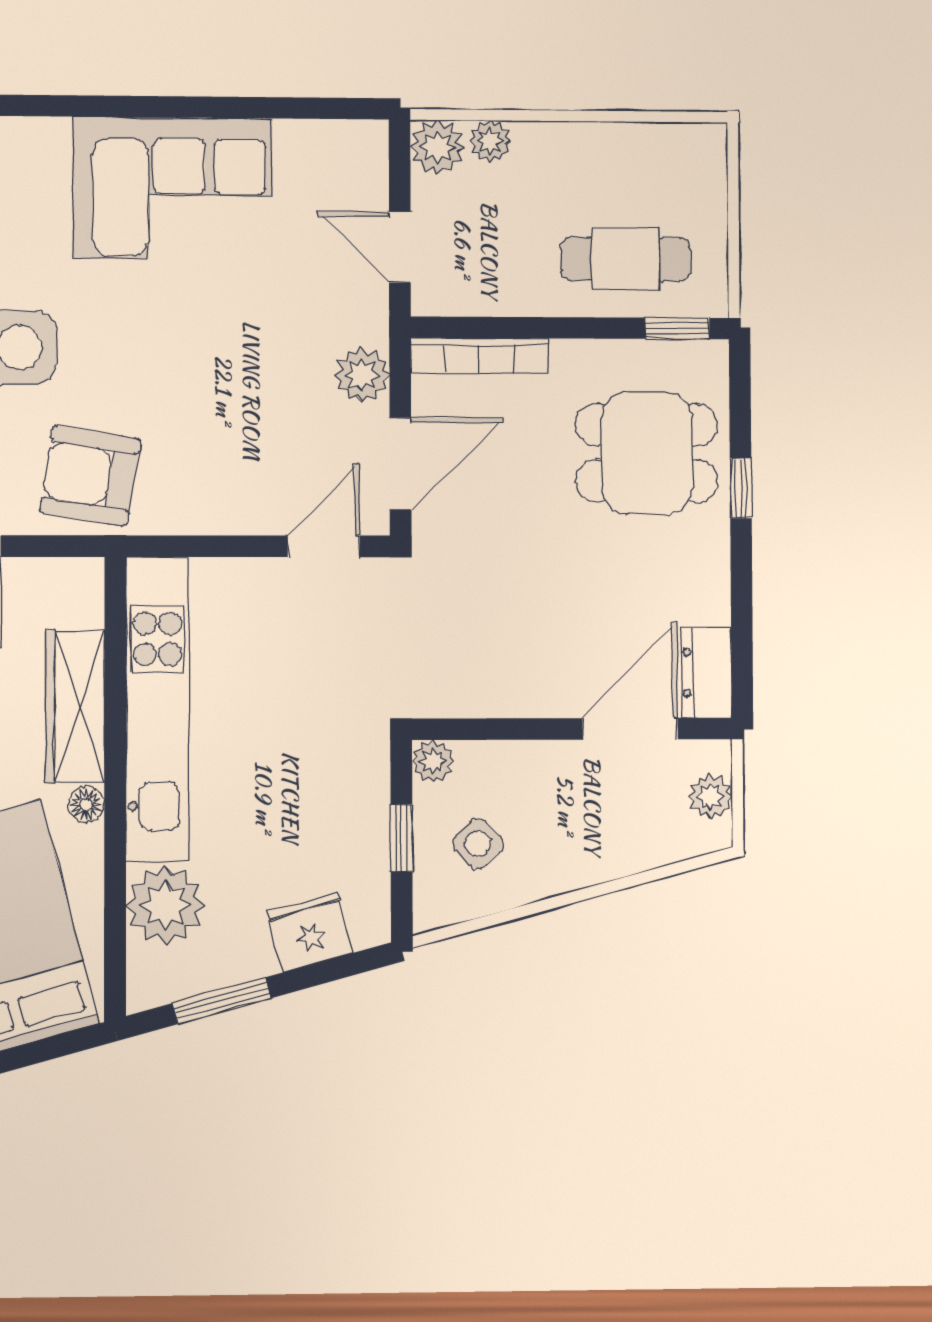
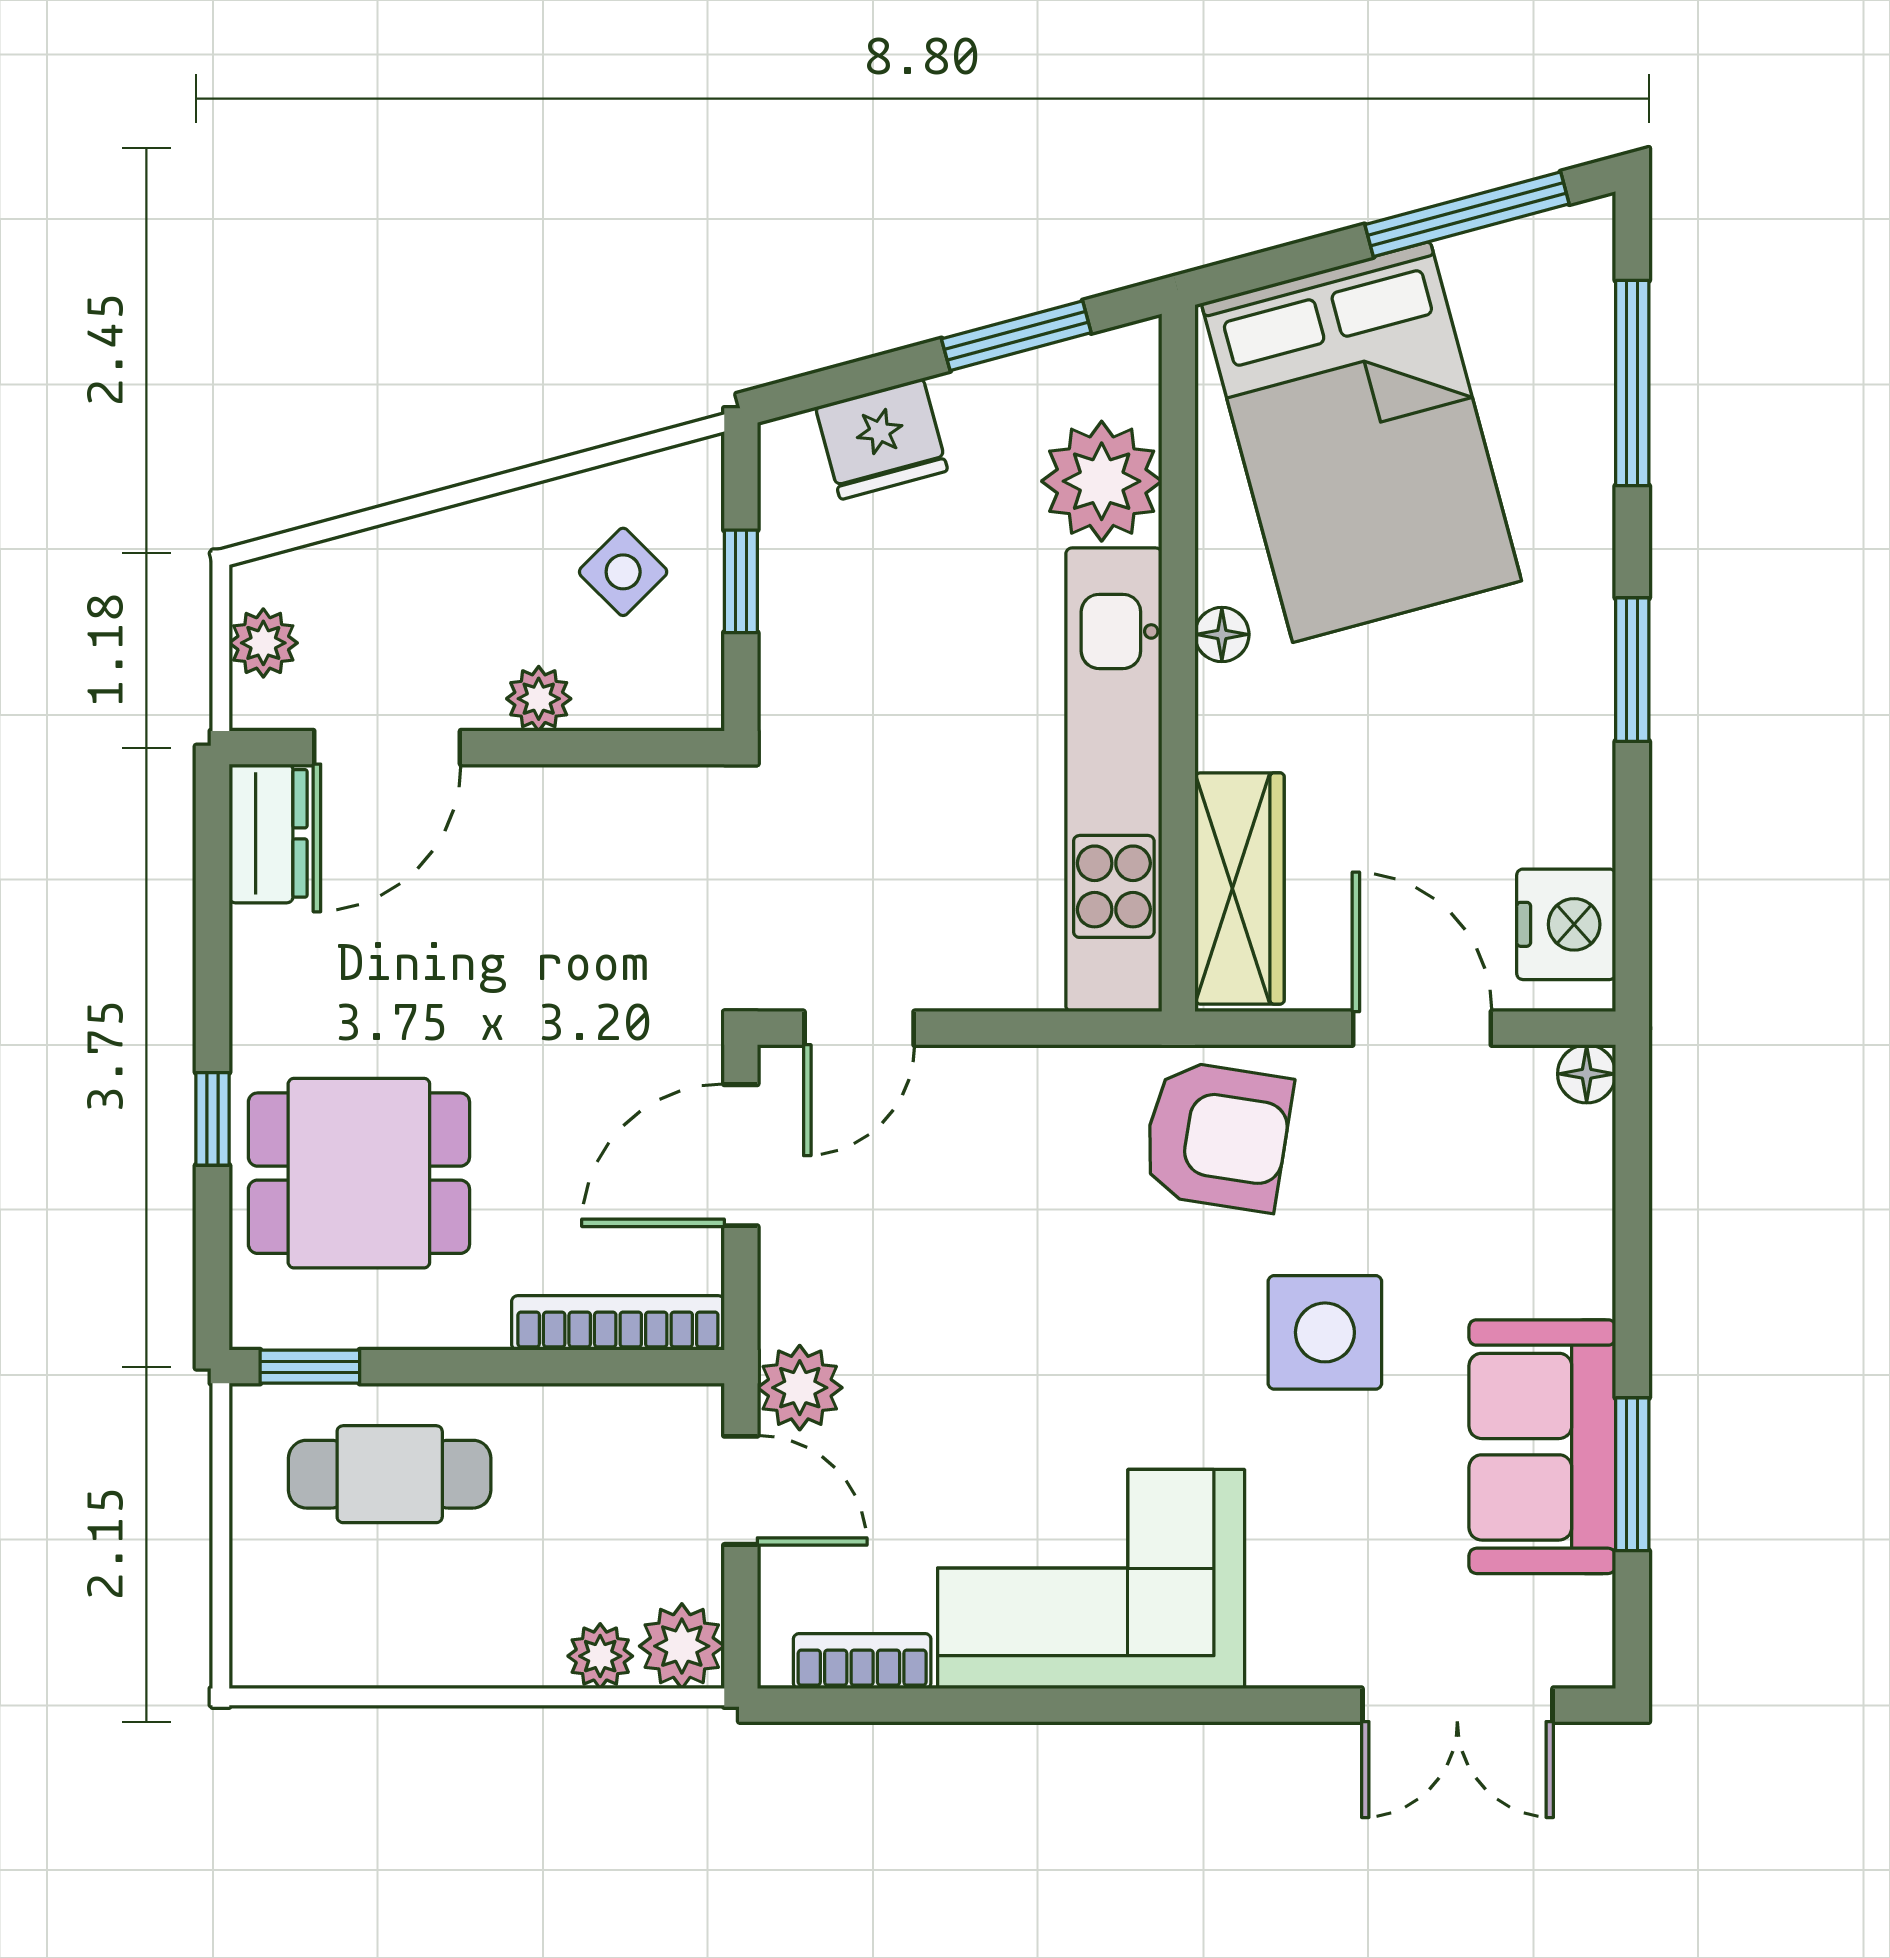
bookcase: (321, 137) -> (862, 1661), added
plant: (362, 375) -> (800, 1388), moved
wardrobe: (75, 706) -> (1239, 888), moved
plant: (433, 761) -> (539, 699), moved

